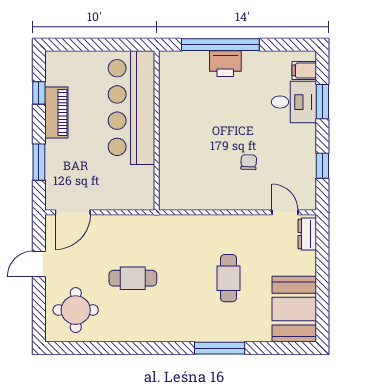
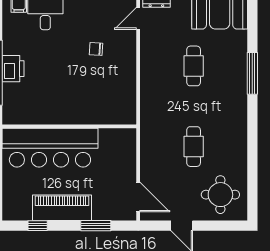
piano: (56, 112) -> (62, 208), width x1.37, depth x1.33
cafe table: (229, 278) -> (194, 66), turned 90

